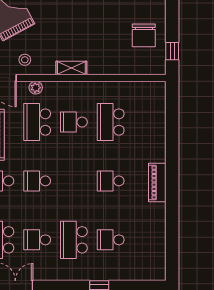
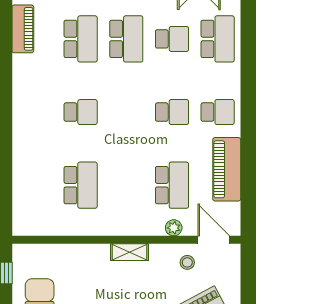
school desk: (74, 122) -> (126, 185), removed
piano: (157, 182) -> (23, 29), moved
school desk: (111, 240) -> (81, 39), width x1.85

